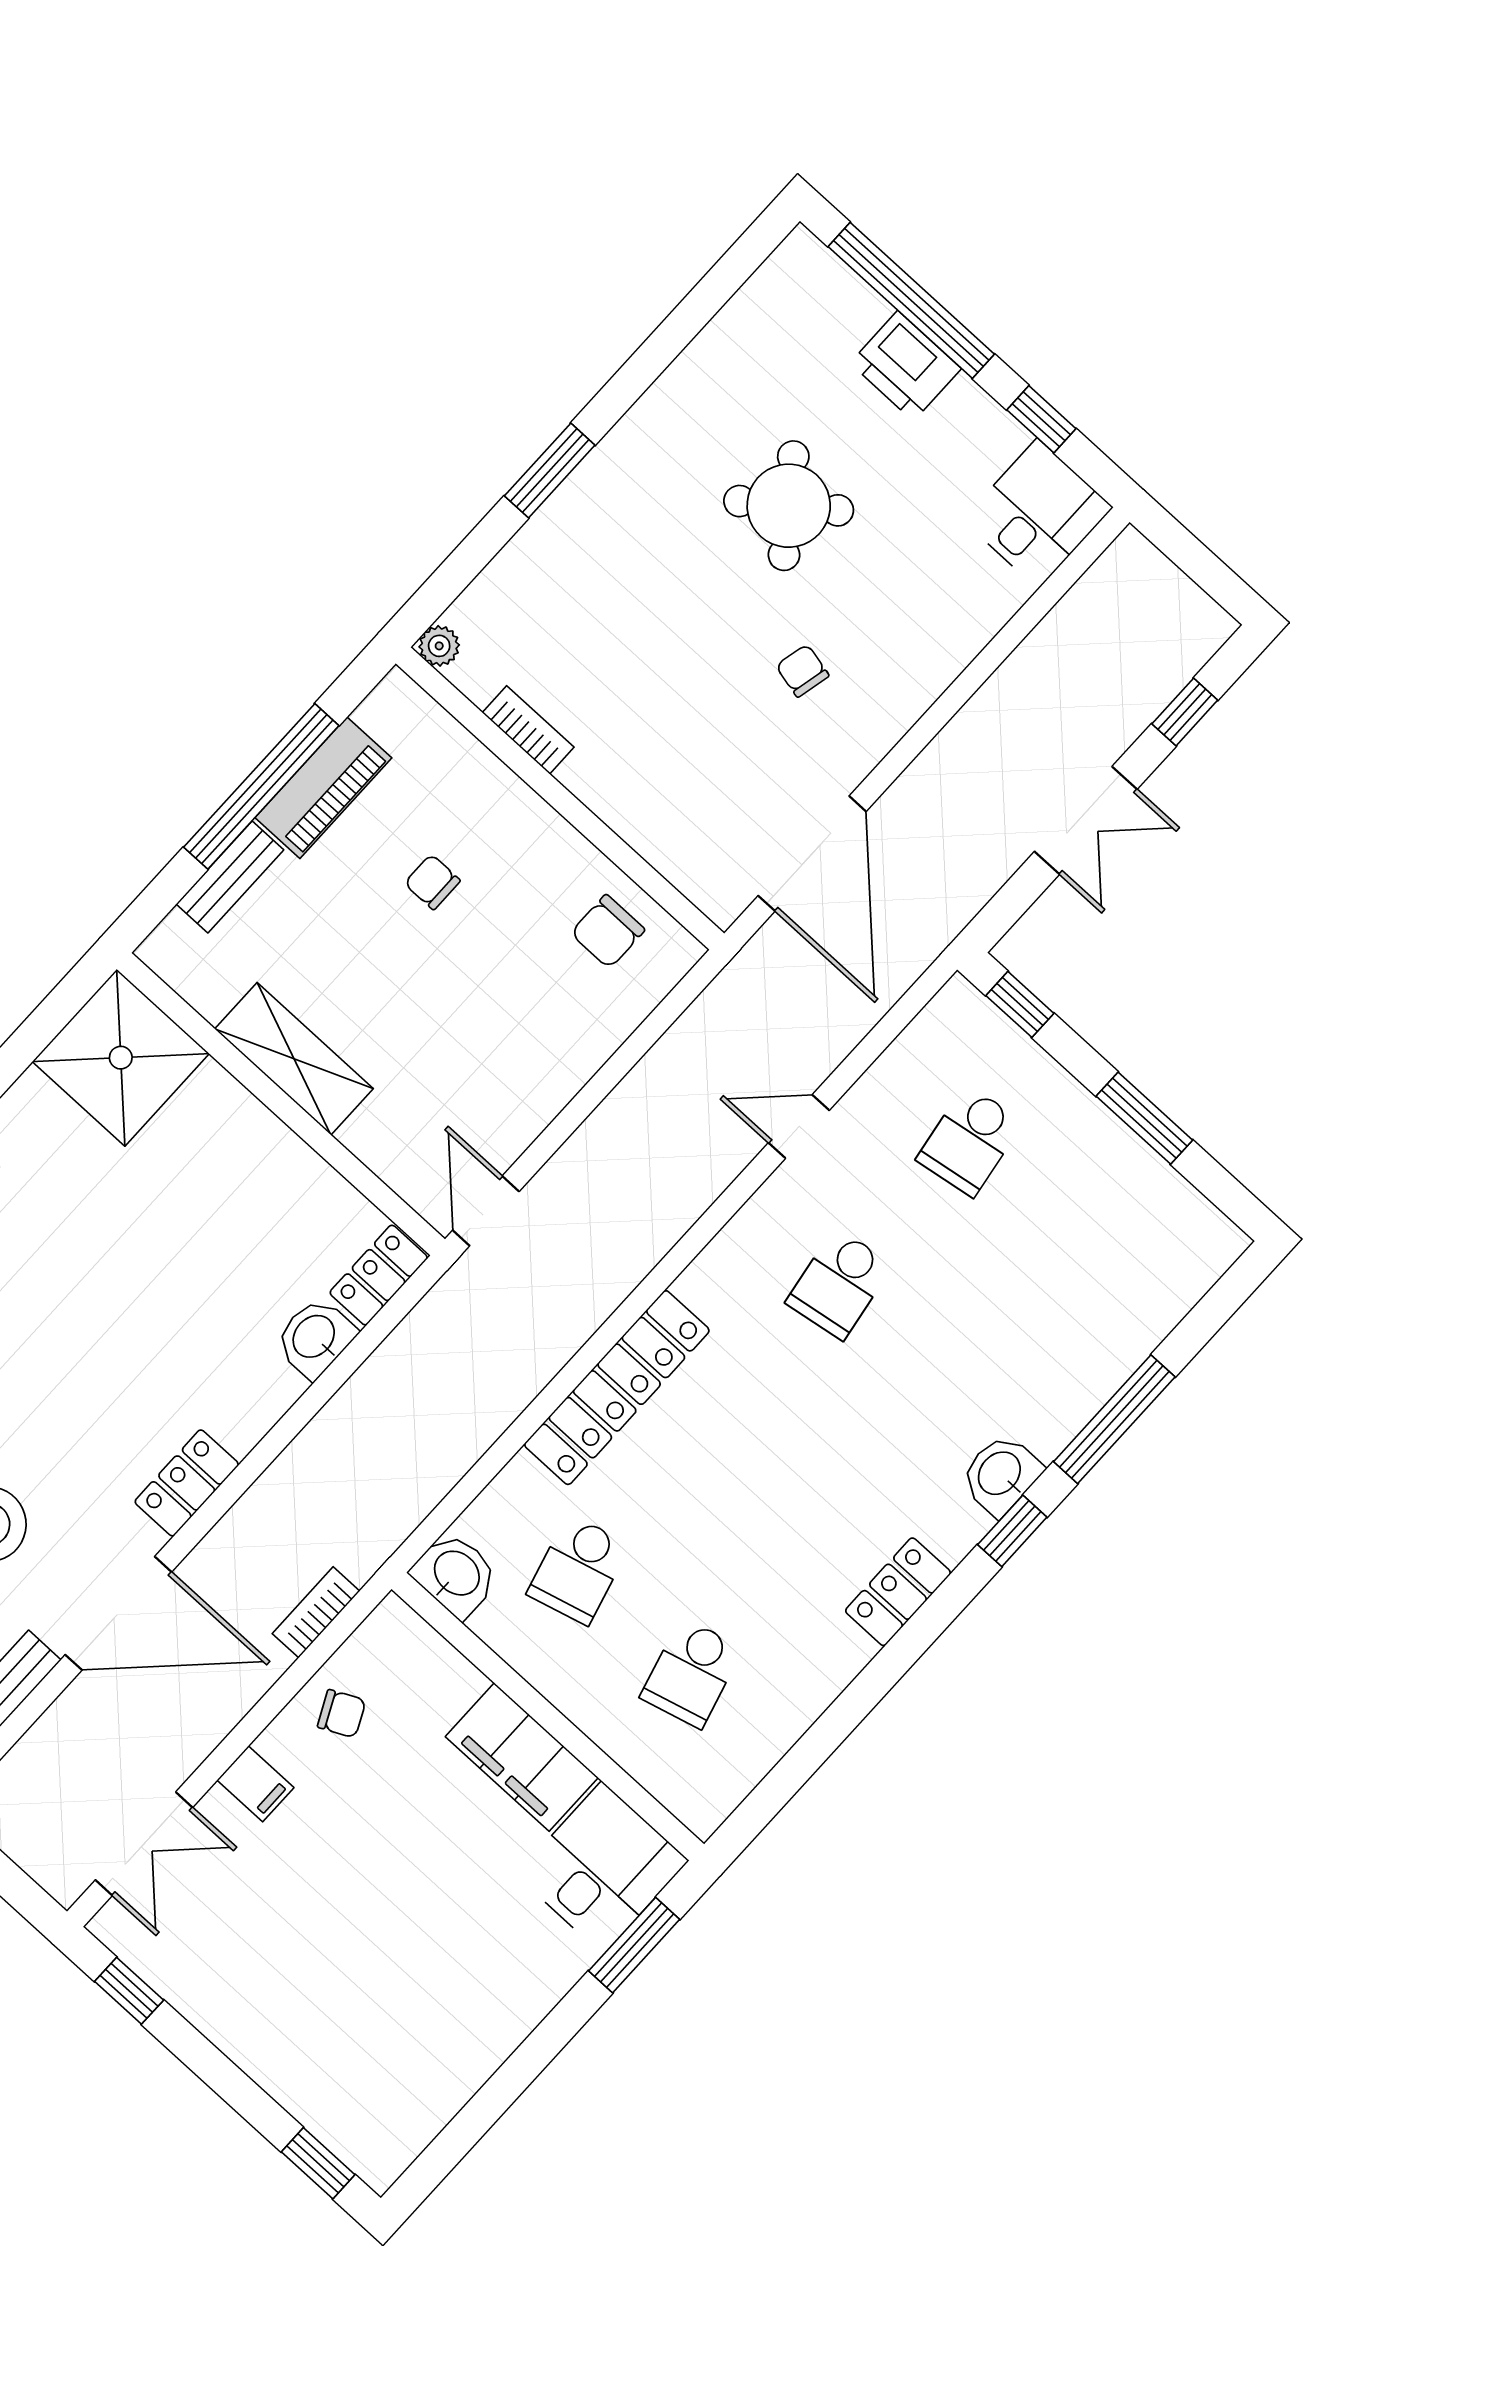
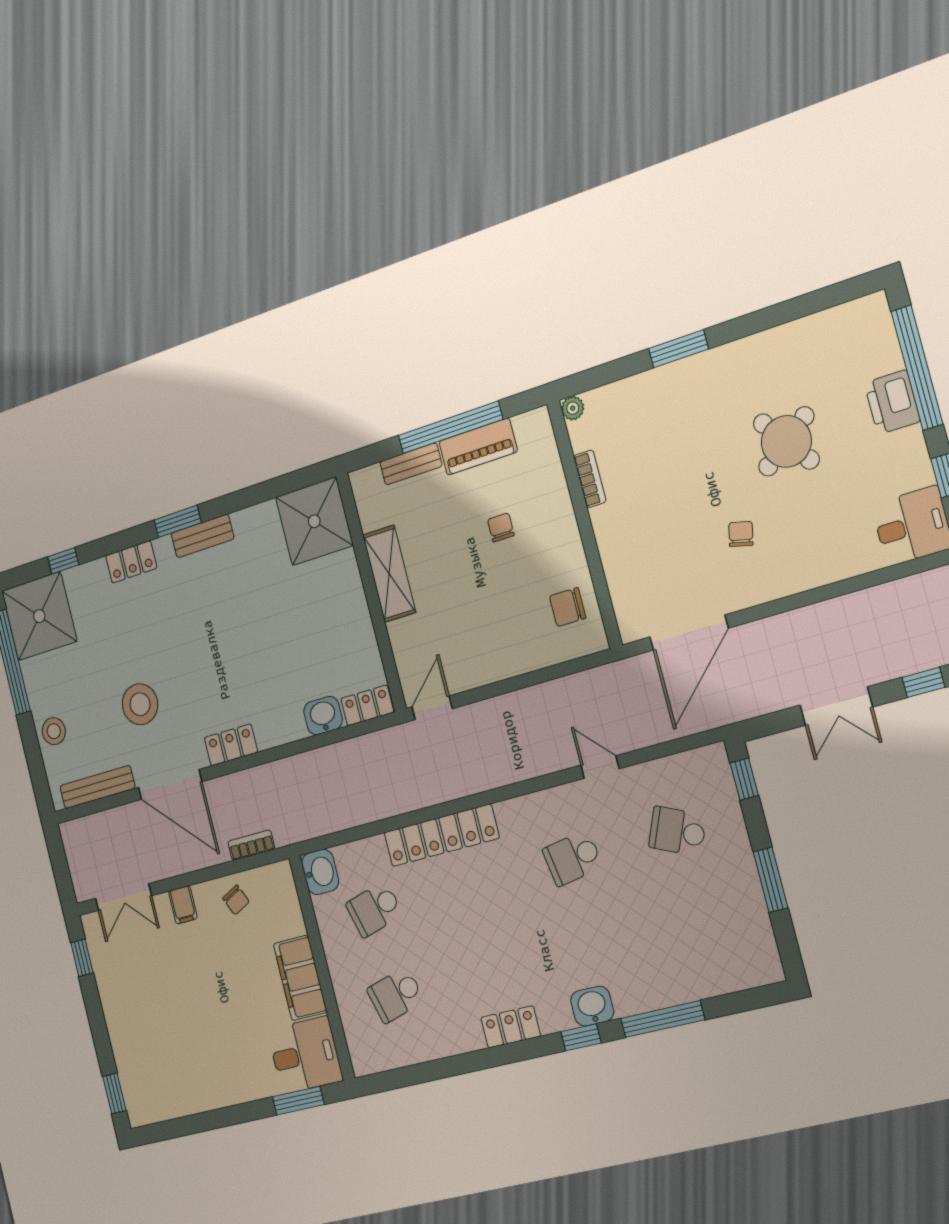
school desk: (970, 1141) -> (677, 831), turned 33

